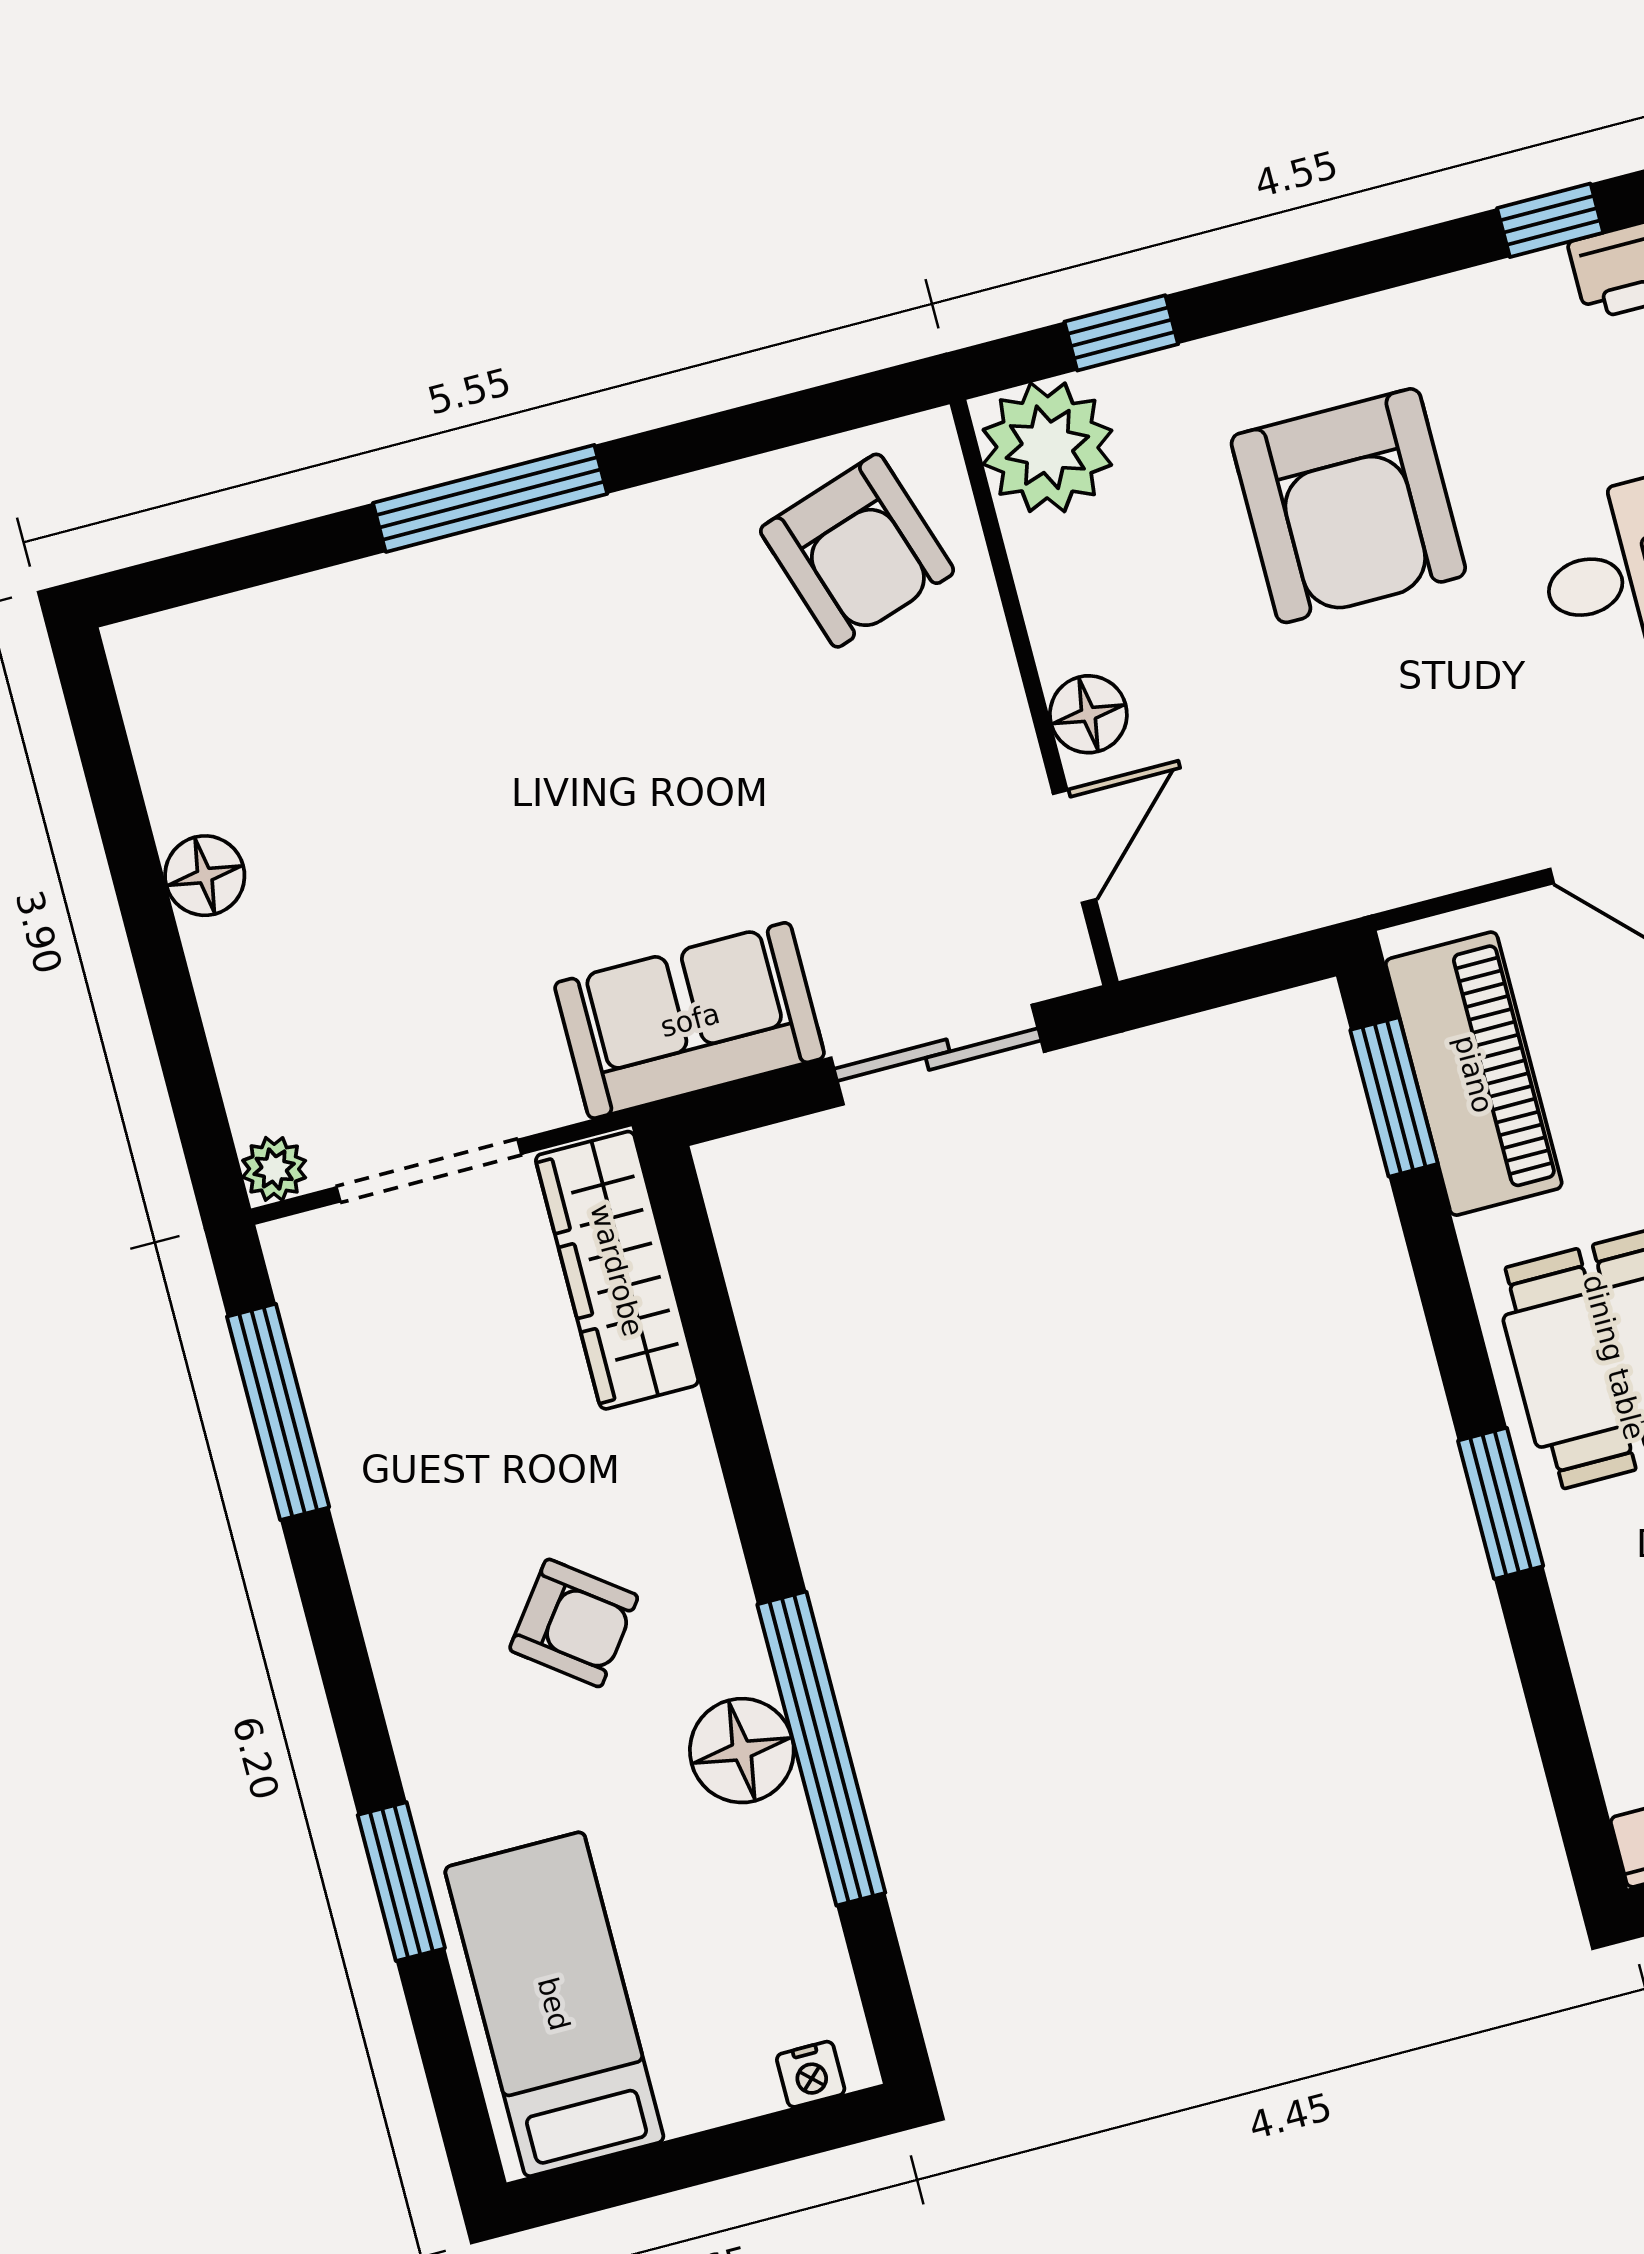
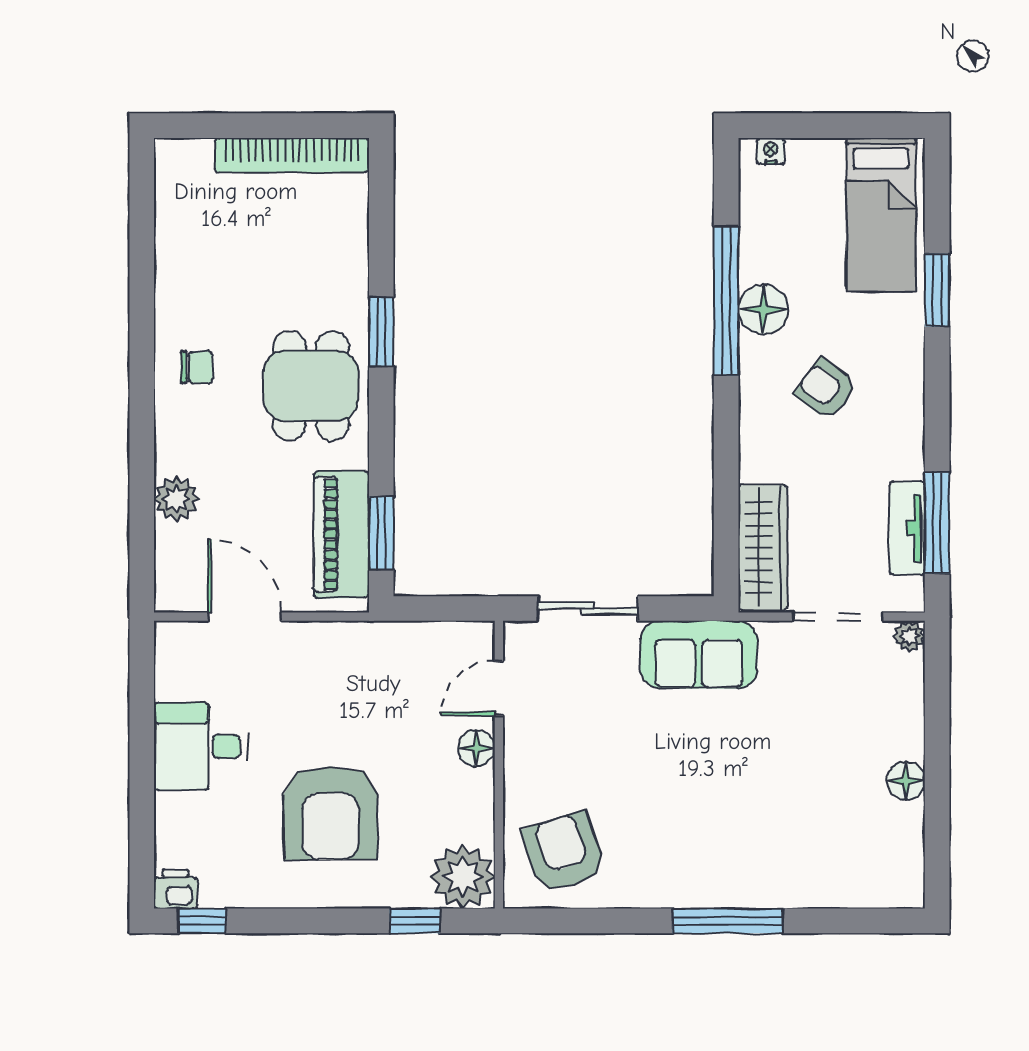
armchair: (1348, 506) -> (330, 813), turned 180
tv unit: (336, 1386) -> (907, 528), added

